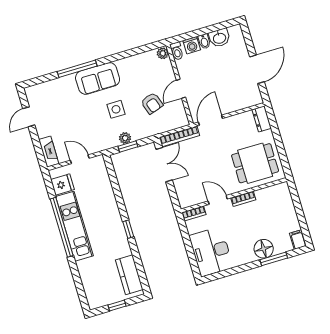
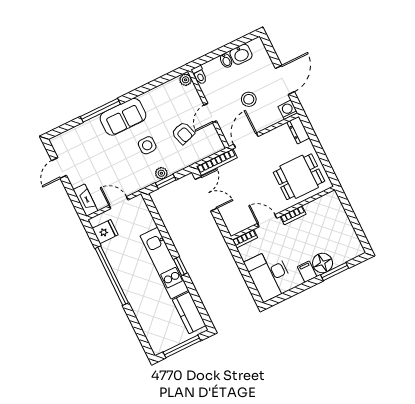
washing machine: (192, 45) -> (288, 110), moved, turned 180
stool: (220, 82) -> (249, 99), added
kitchen unit: (74, 226) -> (164, 263), moved, turned 180
filing cabinet: (298, 240) -> (307, 272), moved
window: (117, 306) -> (182, 346), width x2.17

